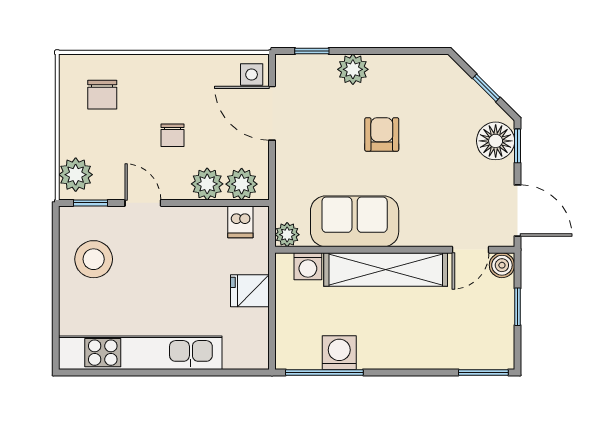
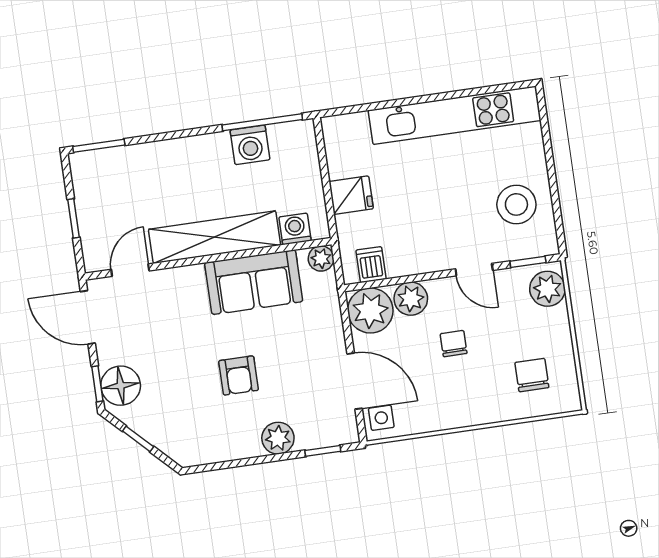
plant: (242, 184) -> (370, 310), width x1.36, depth x1.36
boiler: (502, 265) -> (96, 259), removed

